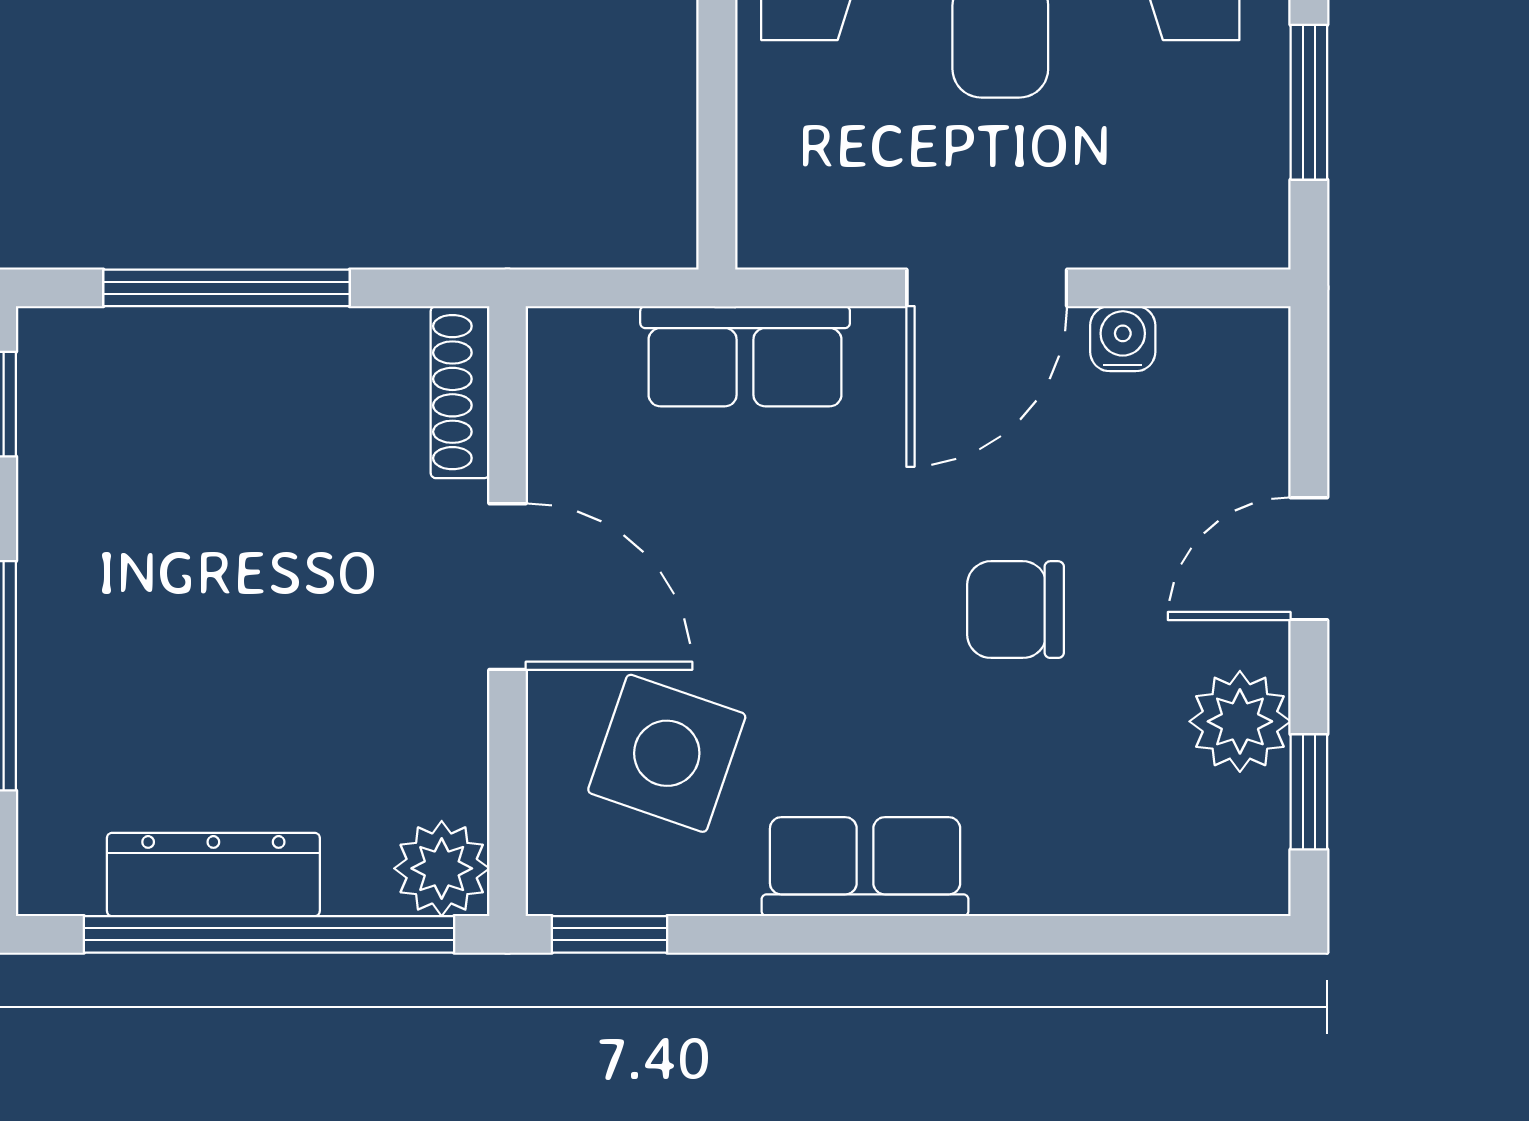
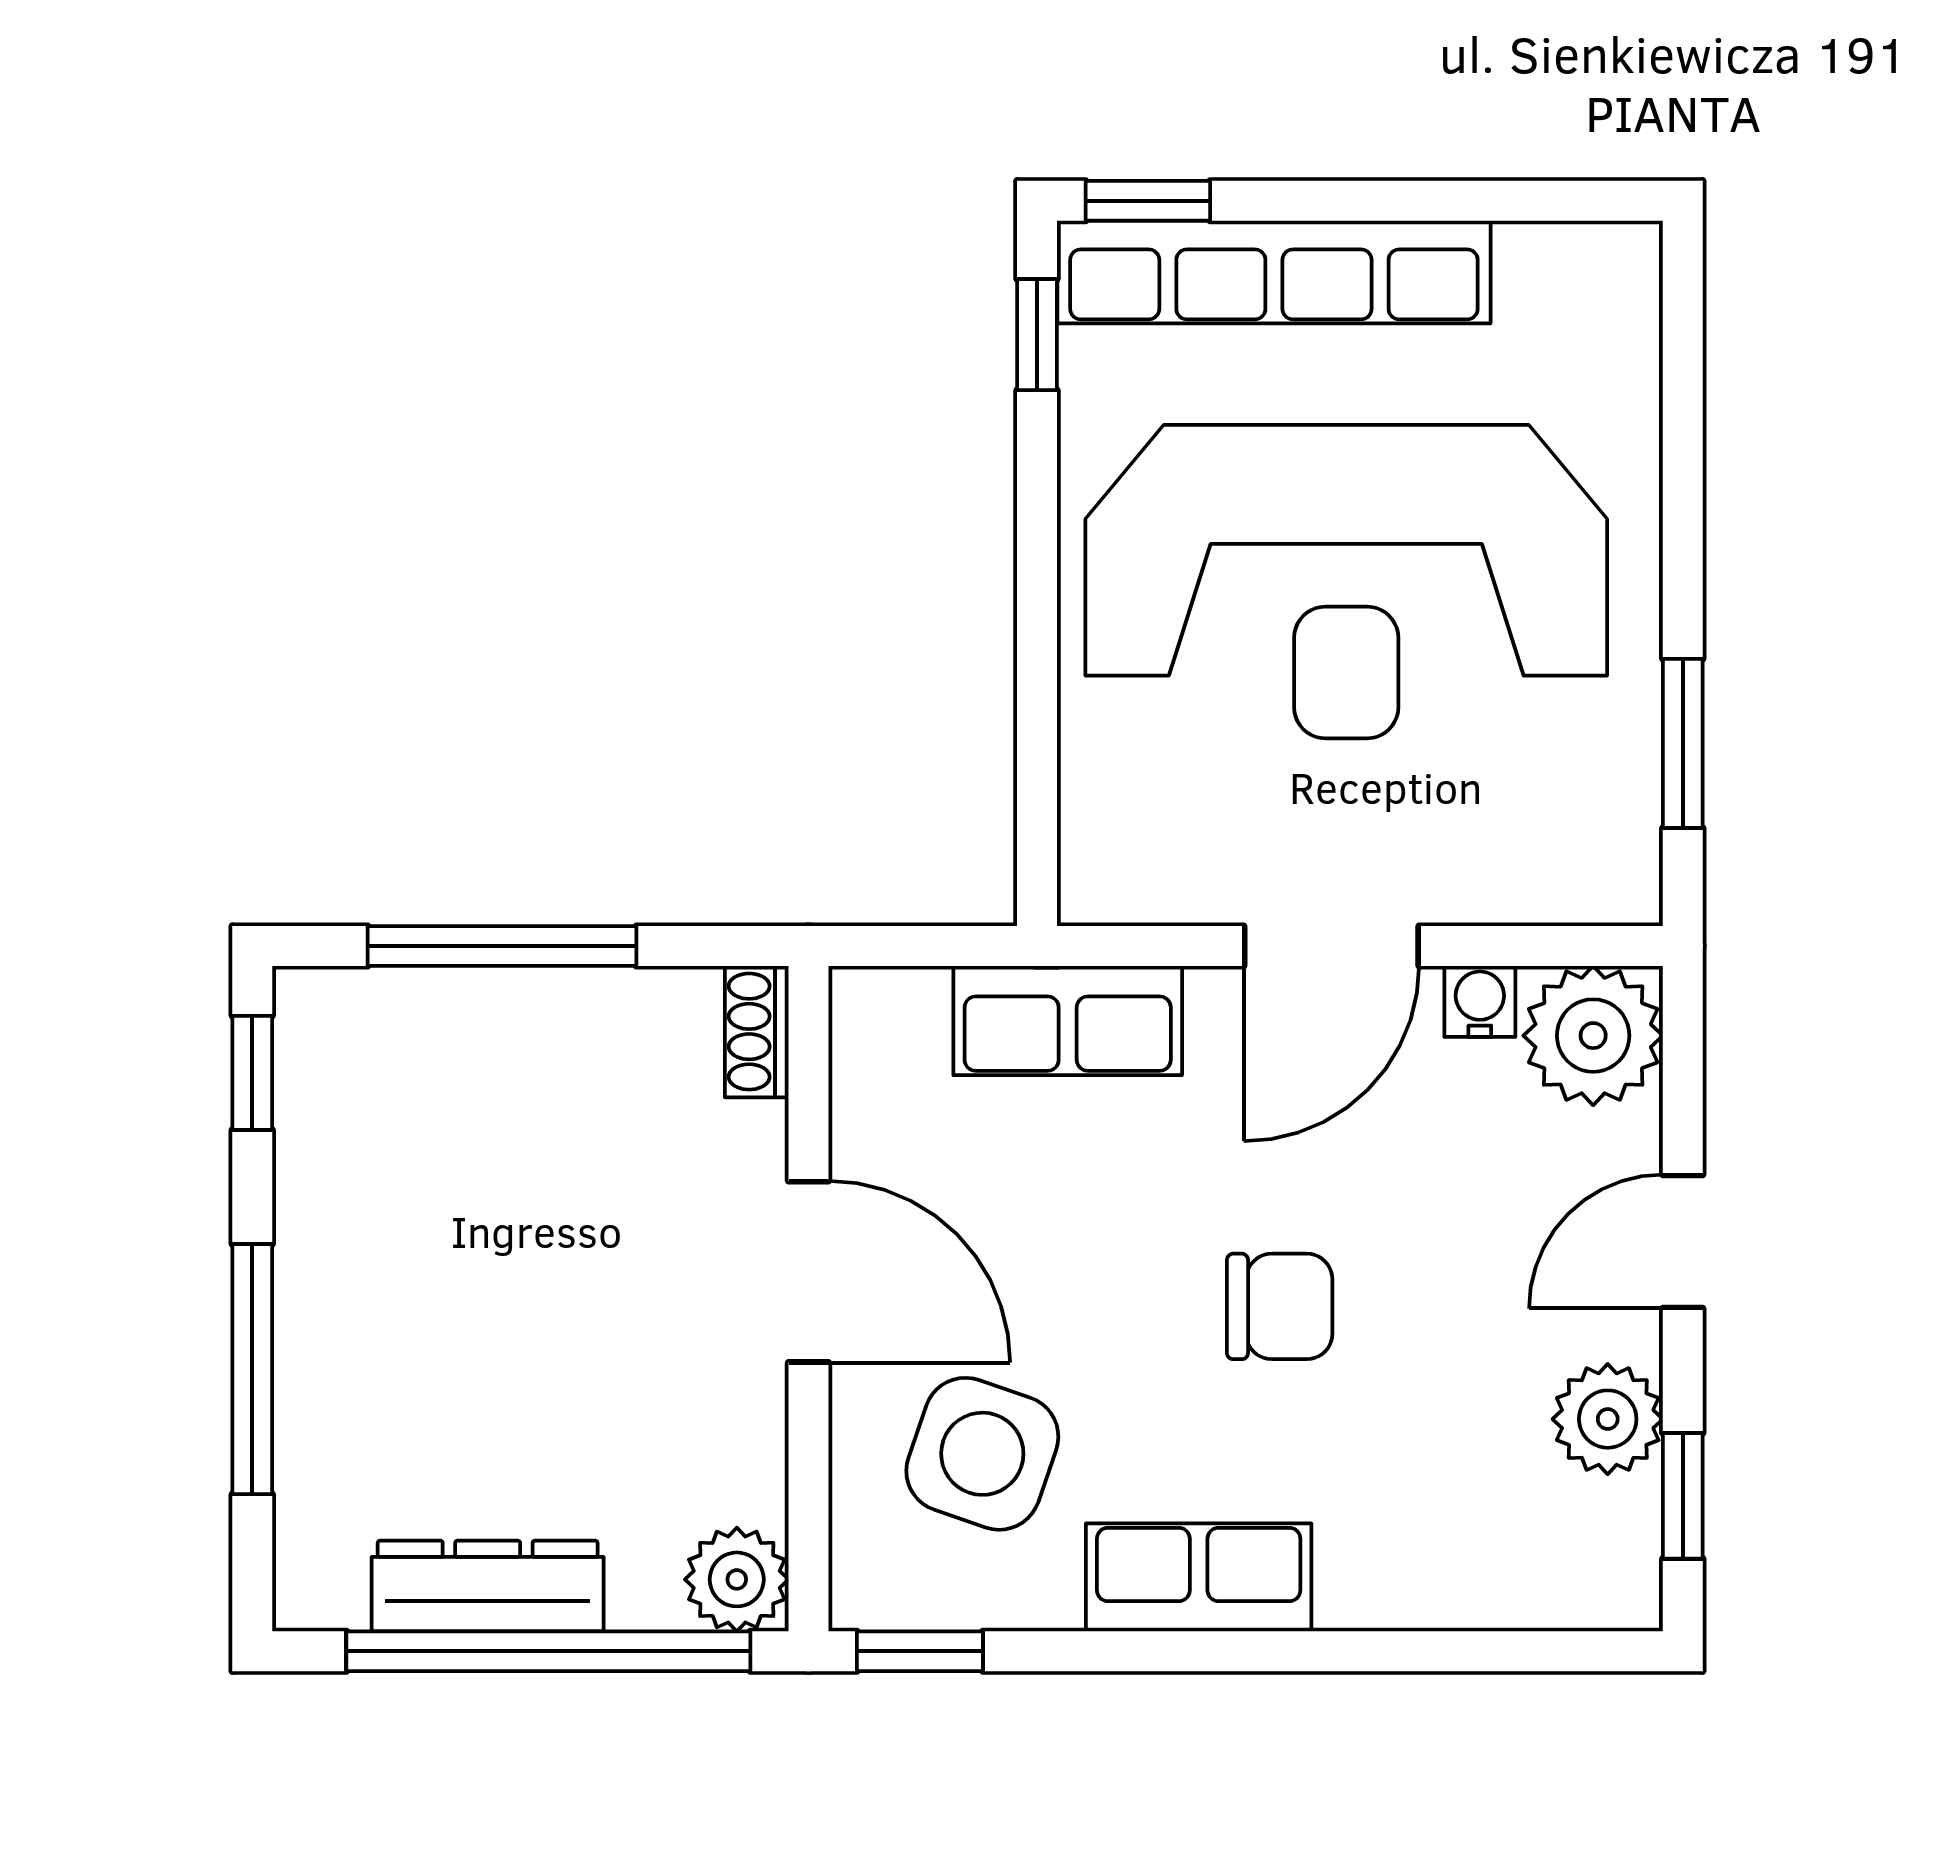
plant: (1227, 370) -> (1593, 1036), added
shoe rack: (460, 392) -> (757, 1032), width x0.70
chair: (1016, 610) -> (1280, 1306), moved, turned 180

